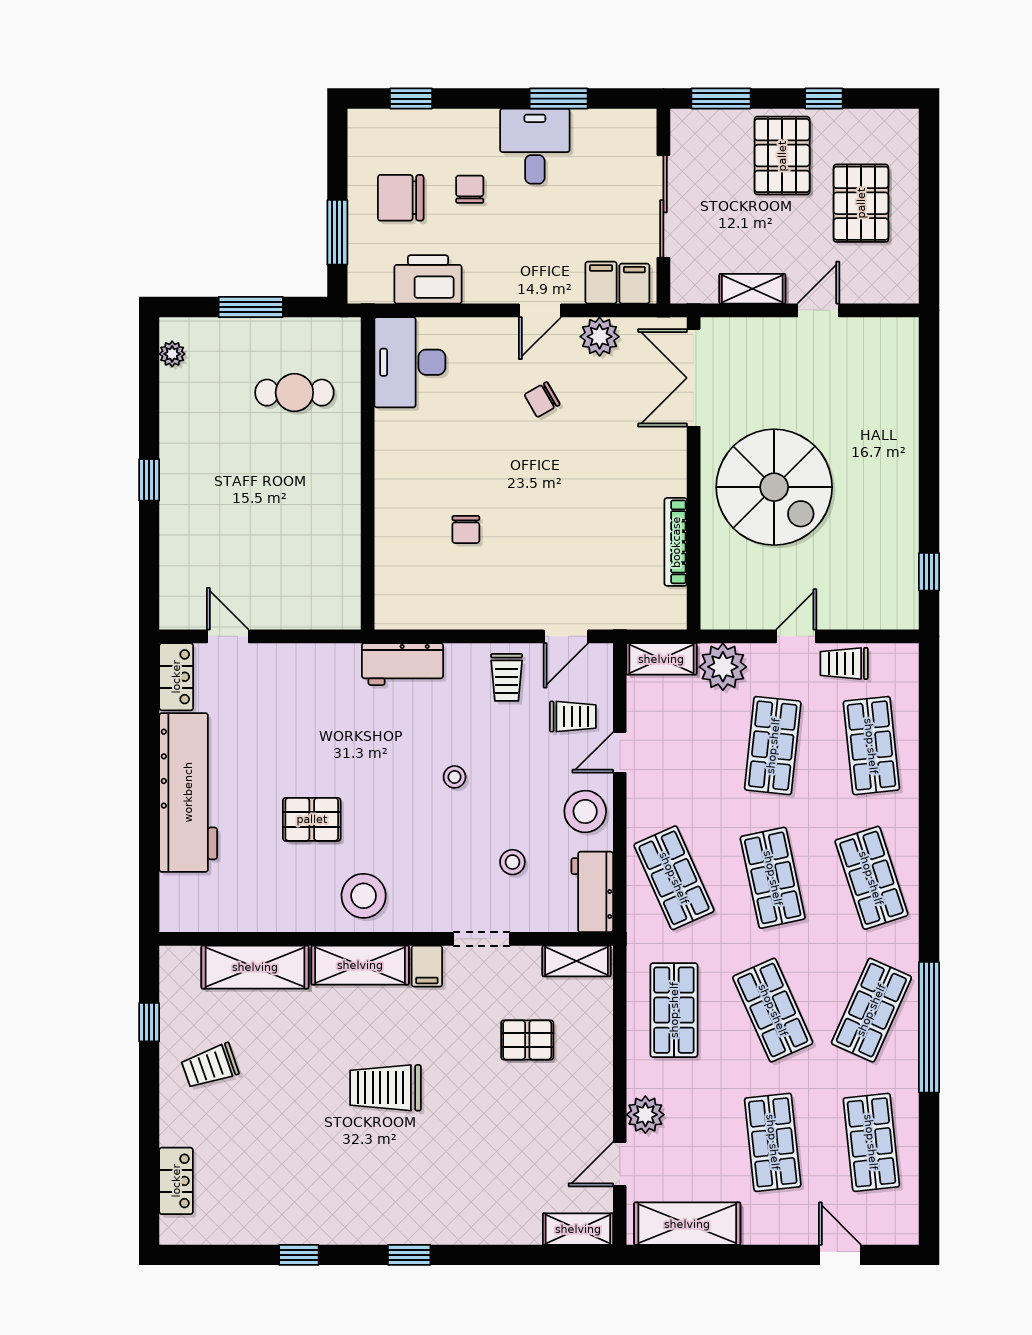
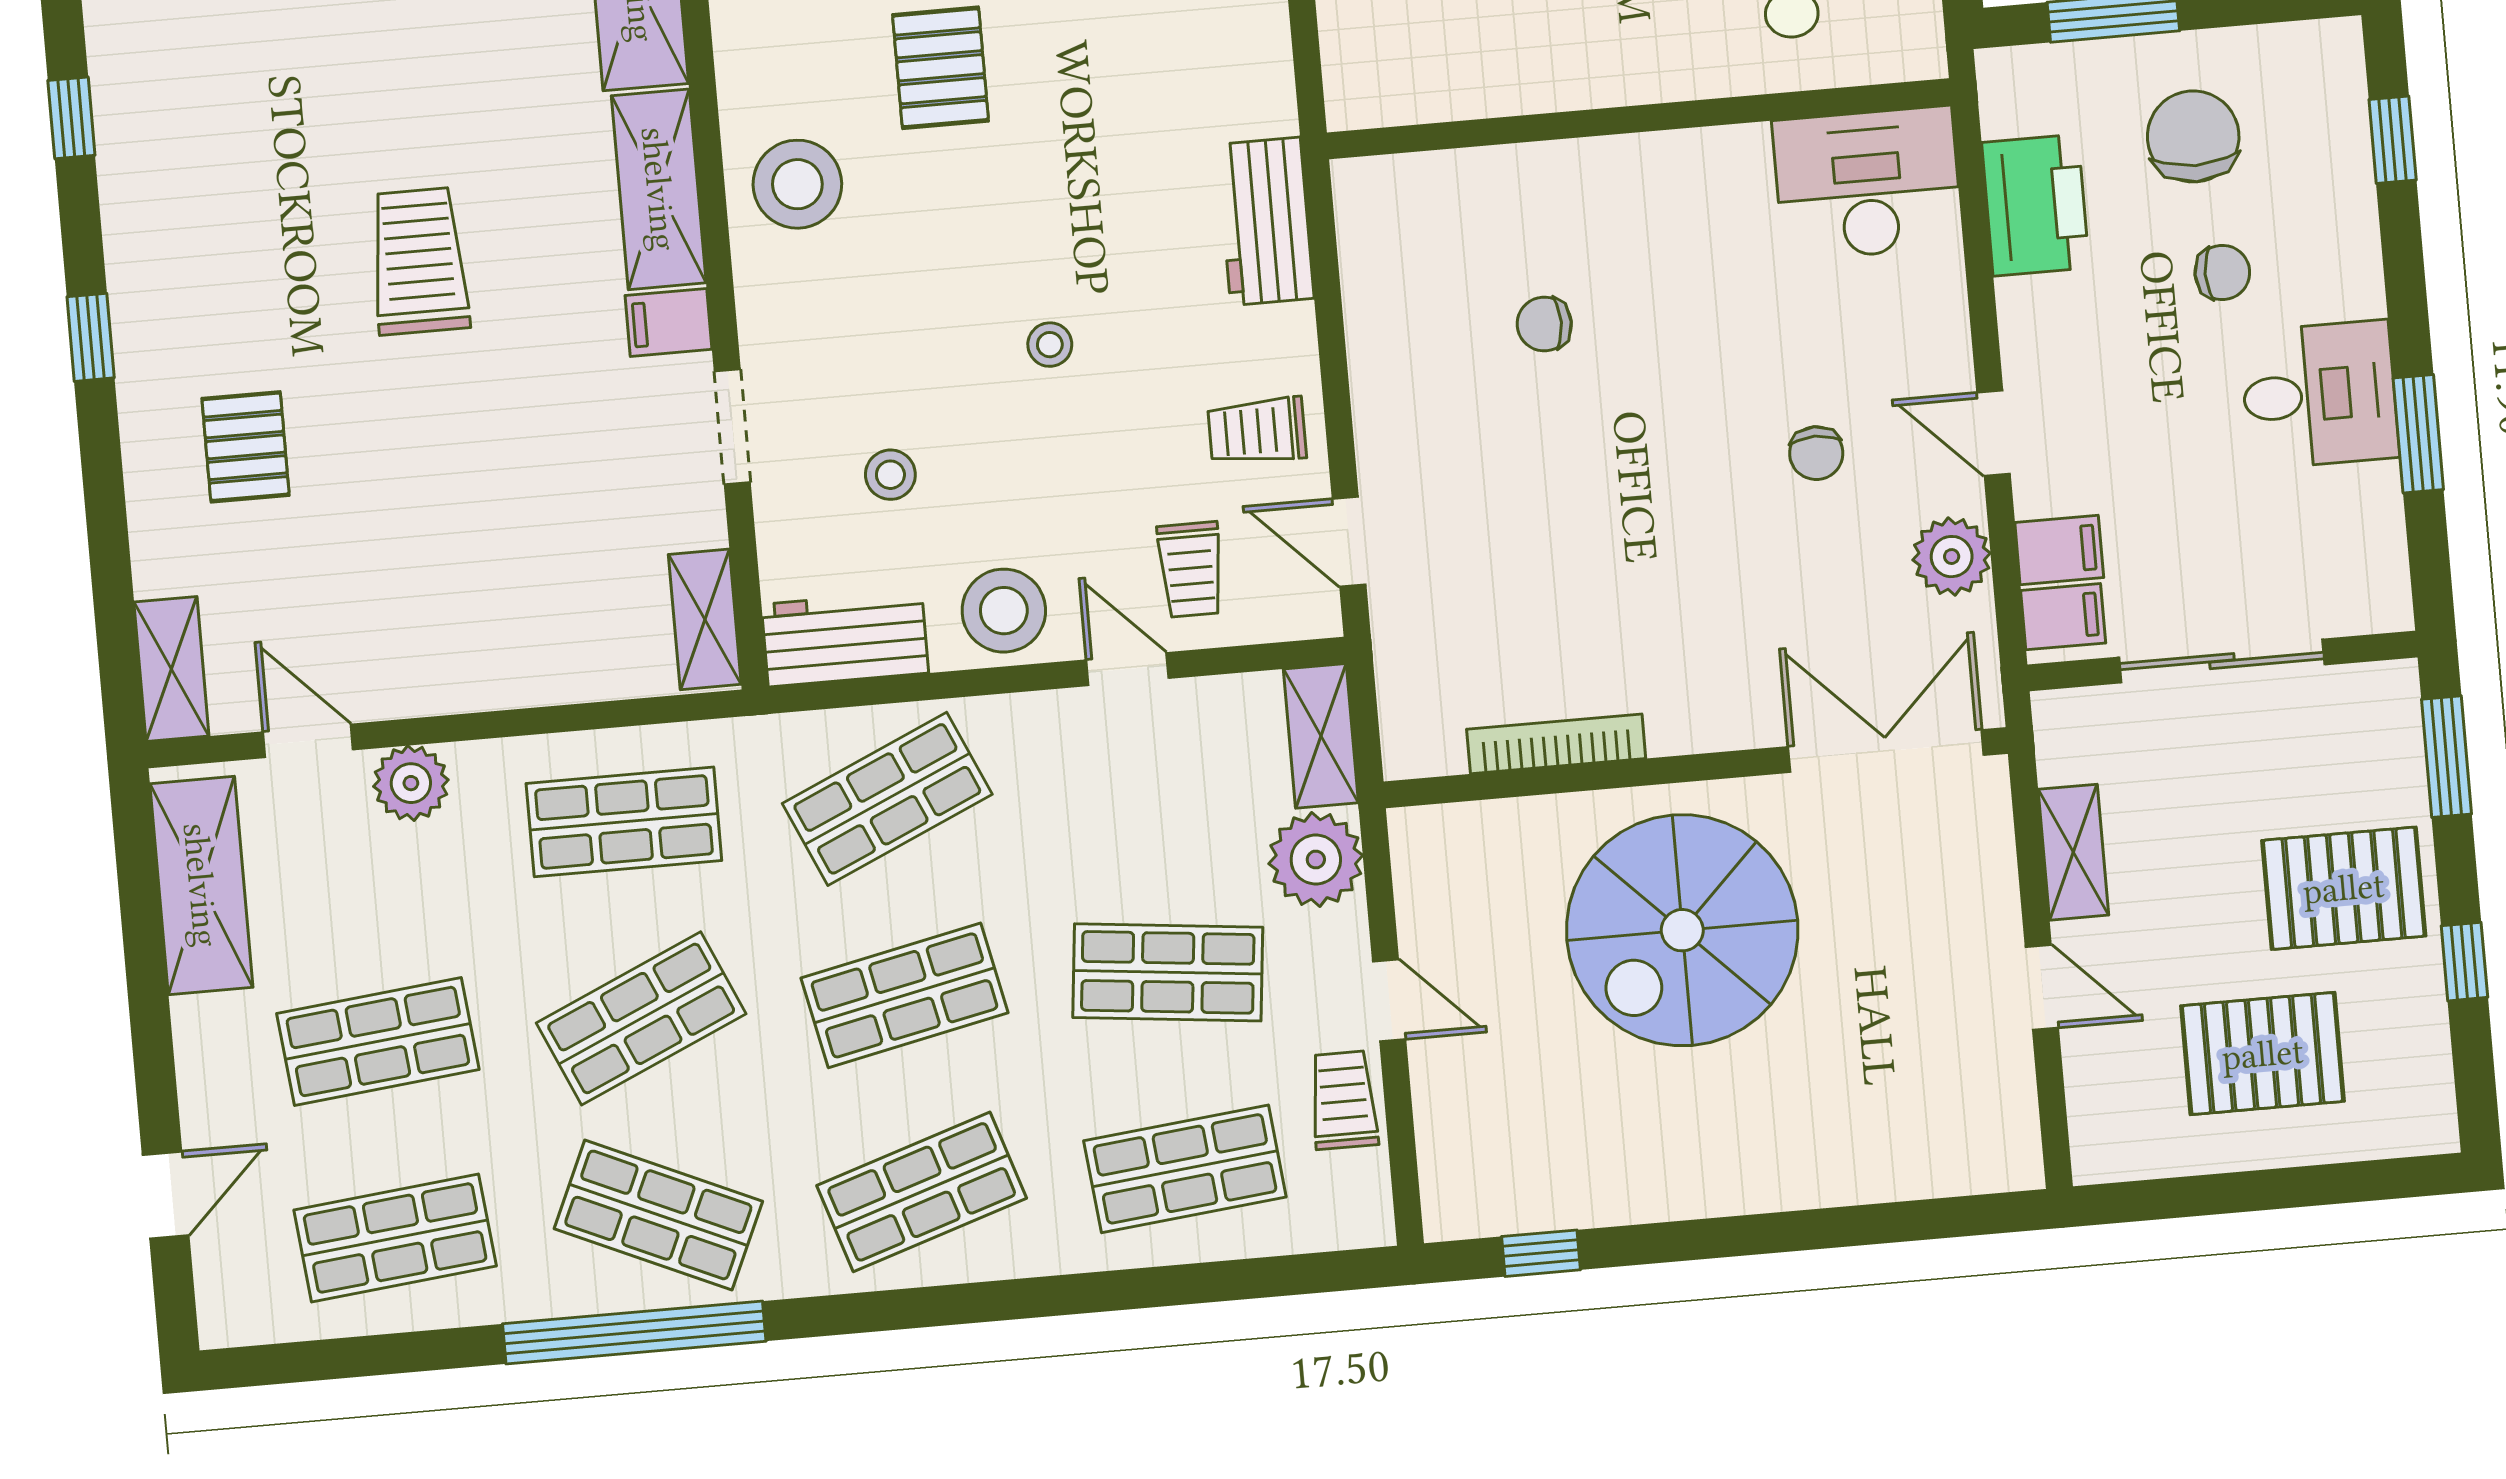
chair: (542, 400) -> (1816, 453), turned -150
pallet: (527, 1040) -> (246, 447), moved

